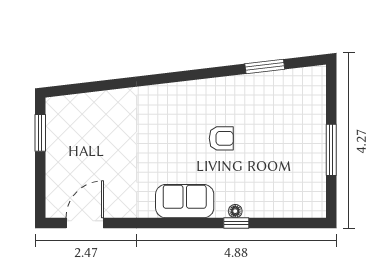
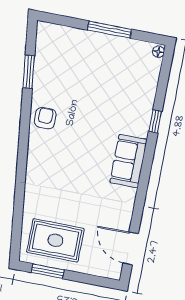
rug: (77, 135) -> (55, 240), added
armchair: (221, 138) -> (45, 118), moved
floor lamp: (235, 211) -> (159, 52), moved

